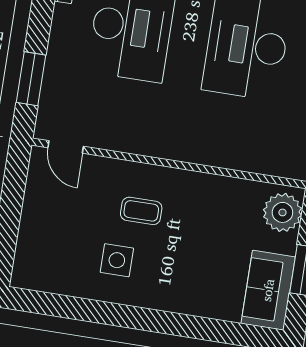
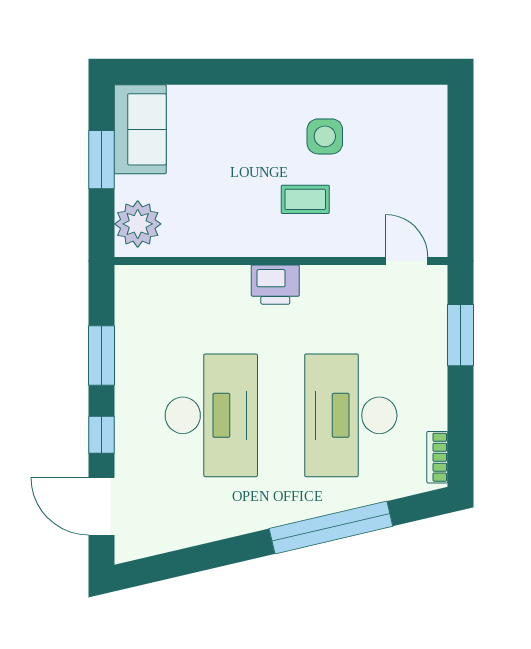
printer: (177, 145) -> (275, 285), added

